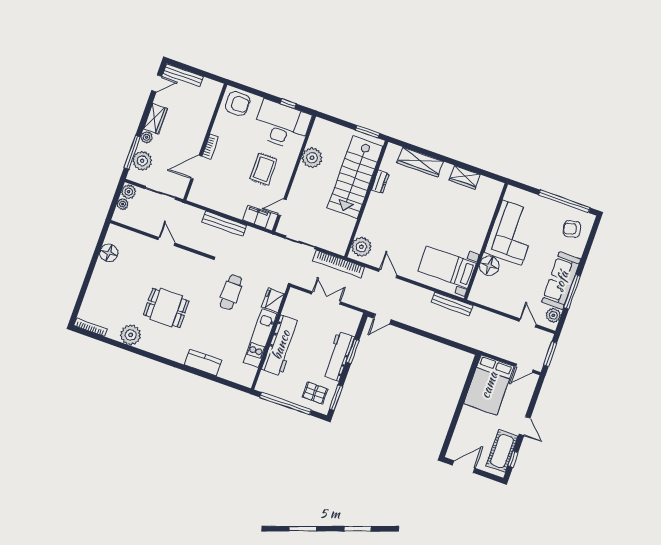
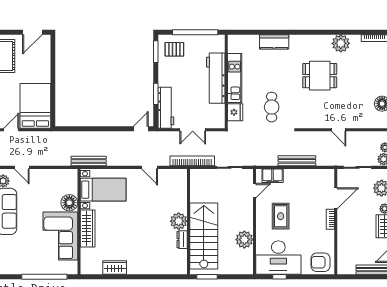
wardrobe: (420, 162) -> (88, 228), moved, turned 90
window: (564, 201) -> (44, 277), moved
armchair: (572, 229) -> (13, 256), removed
plant: (361, 247) -> (179, 221), moved
workbench: (338, 356) -> (166, 108), moved

